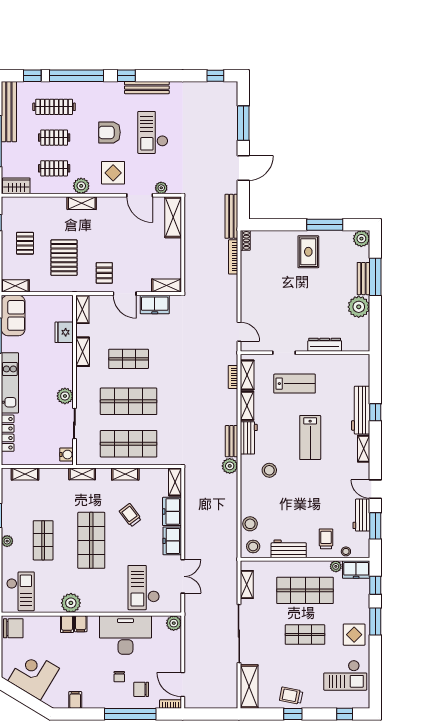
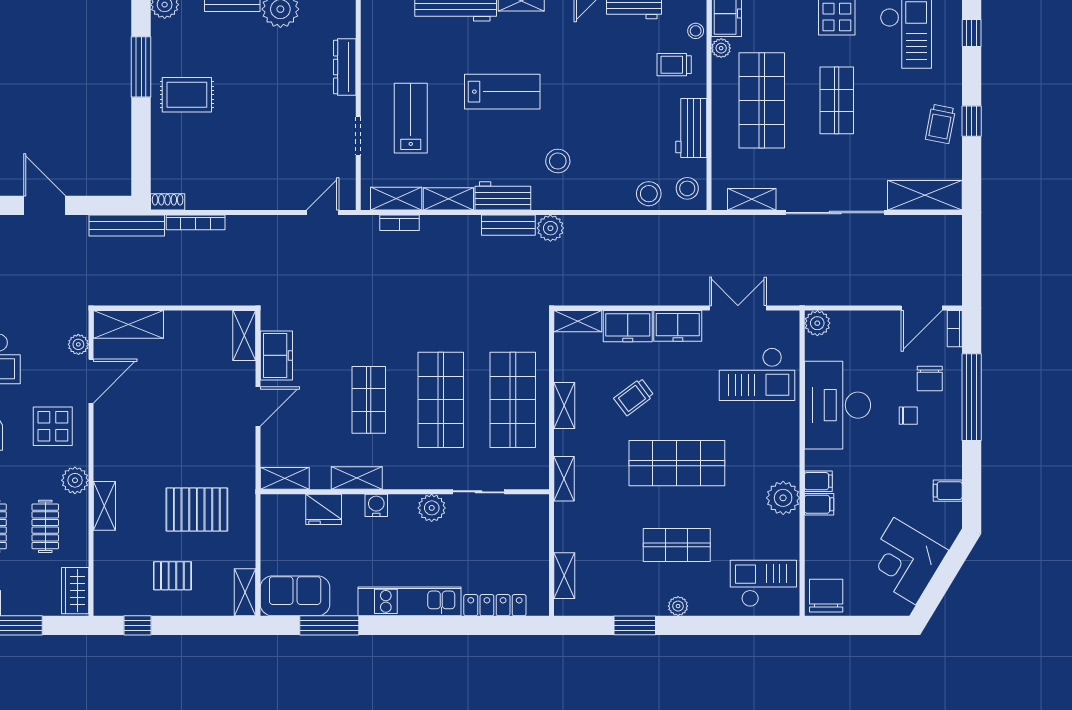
shelving: (82, 203) -> (104, 506), moved
pallet: (104, 273) -> (223, 441), removed
water cooler: (66, 455) -> (376, 505), moved

